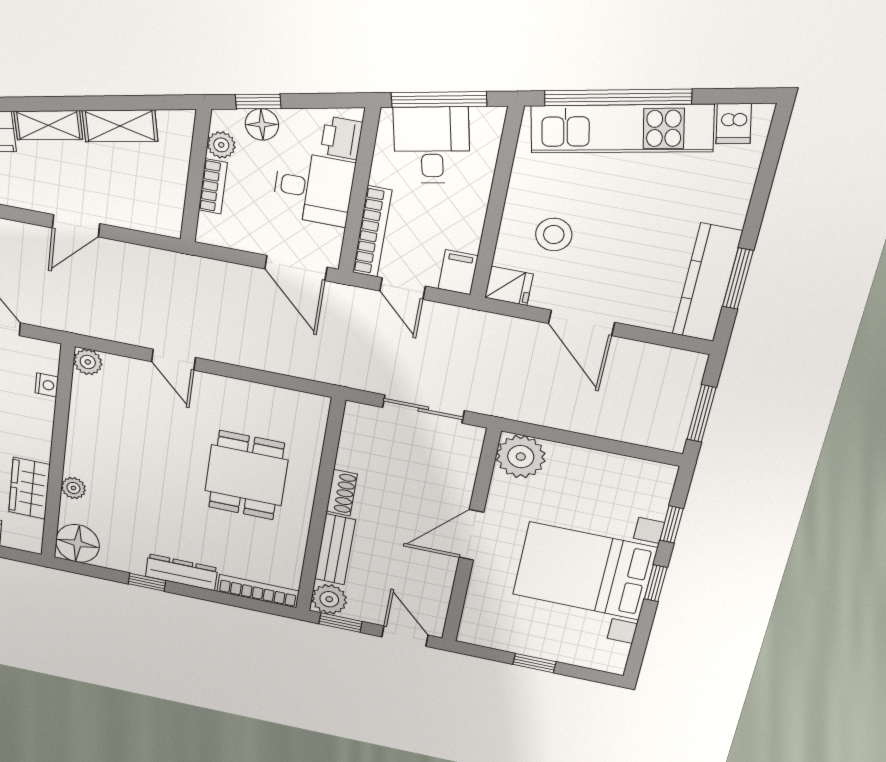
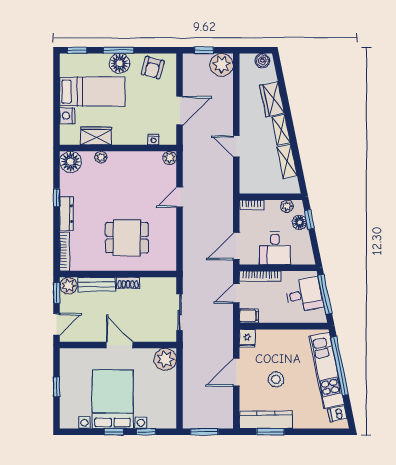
printer: (342, 138) -> (300, 257), removed
bookcase: (213, 186) -> (252, 205), moved
stool: (554, 235) -> (276, 379), moved

